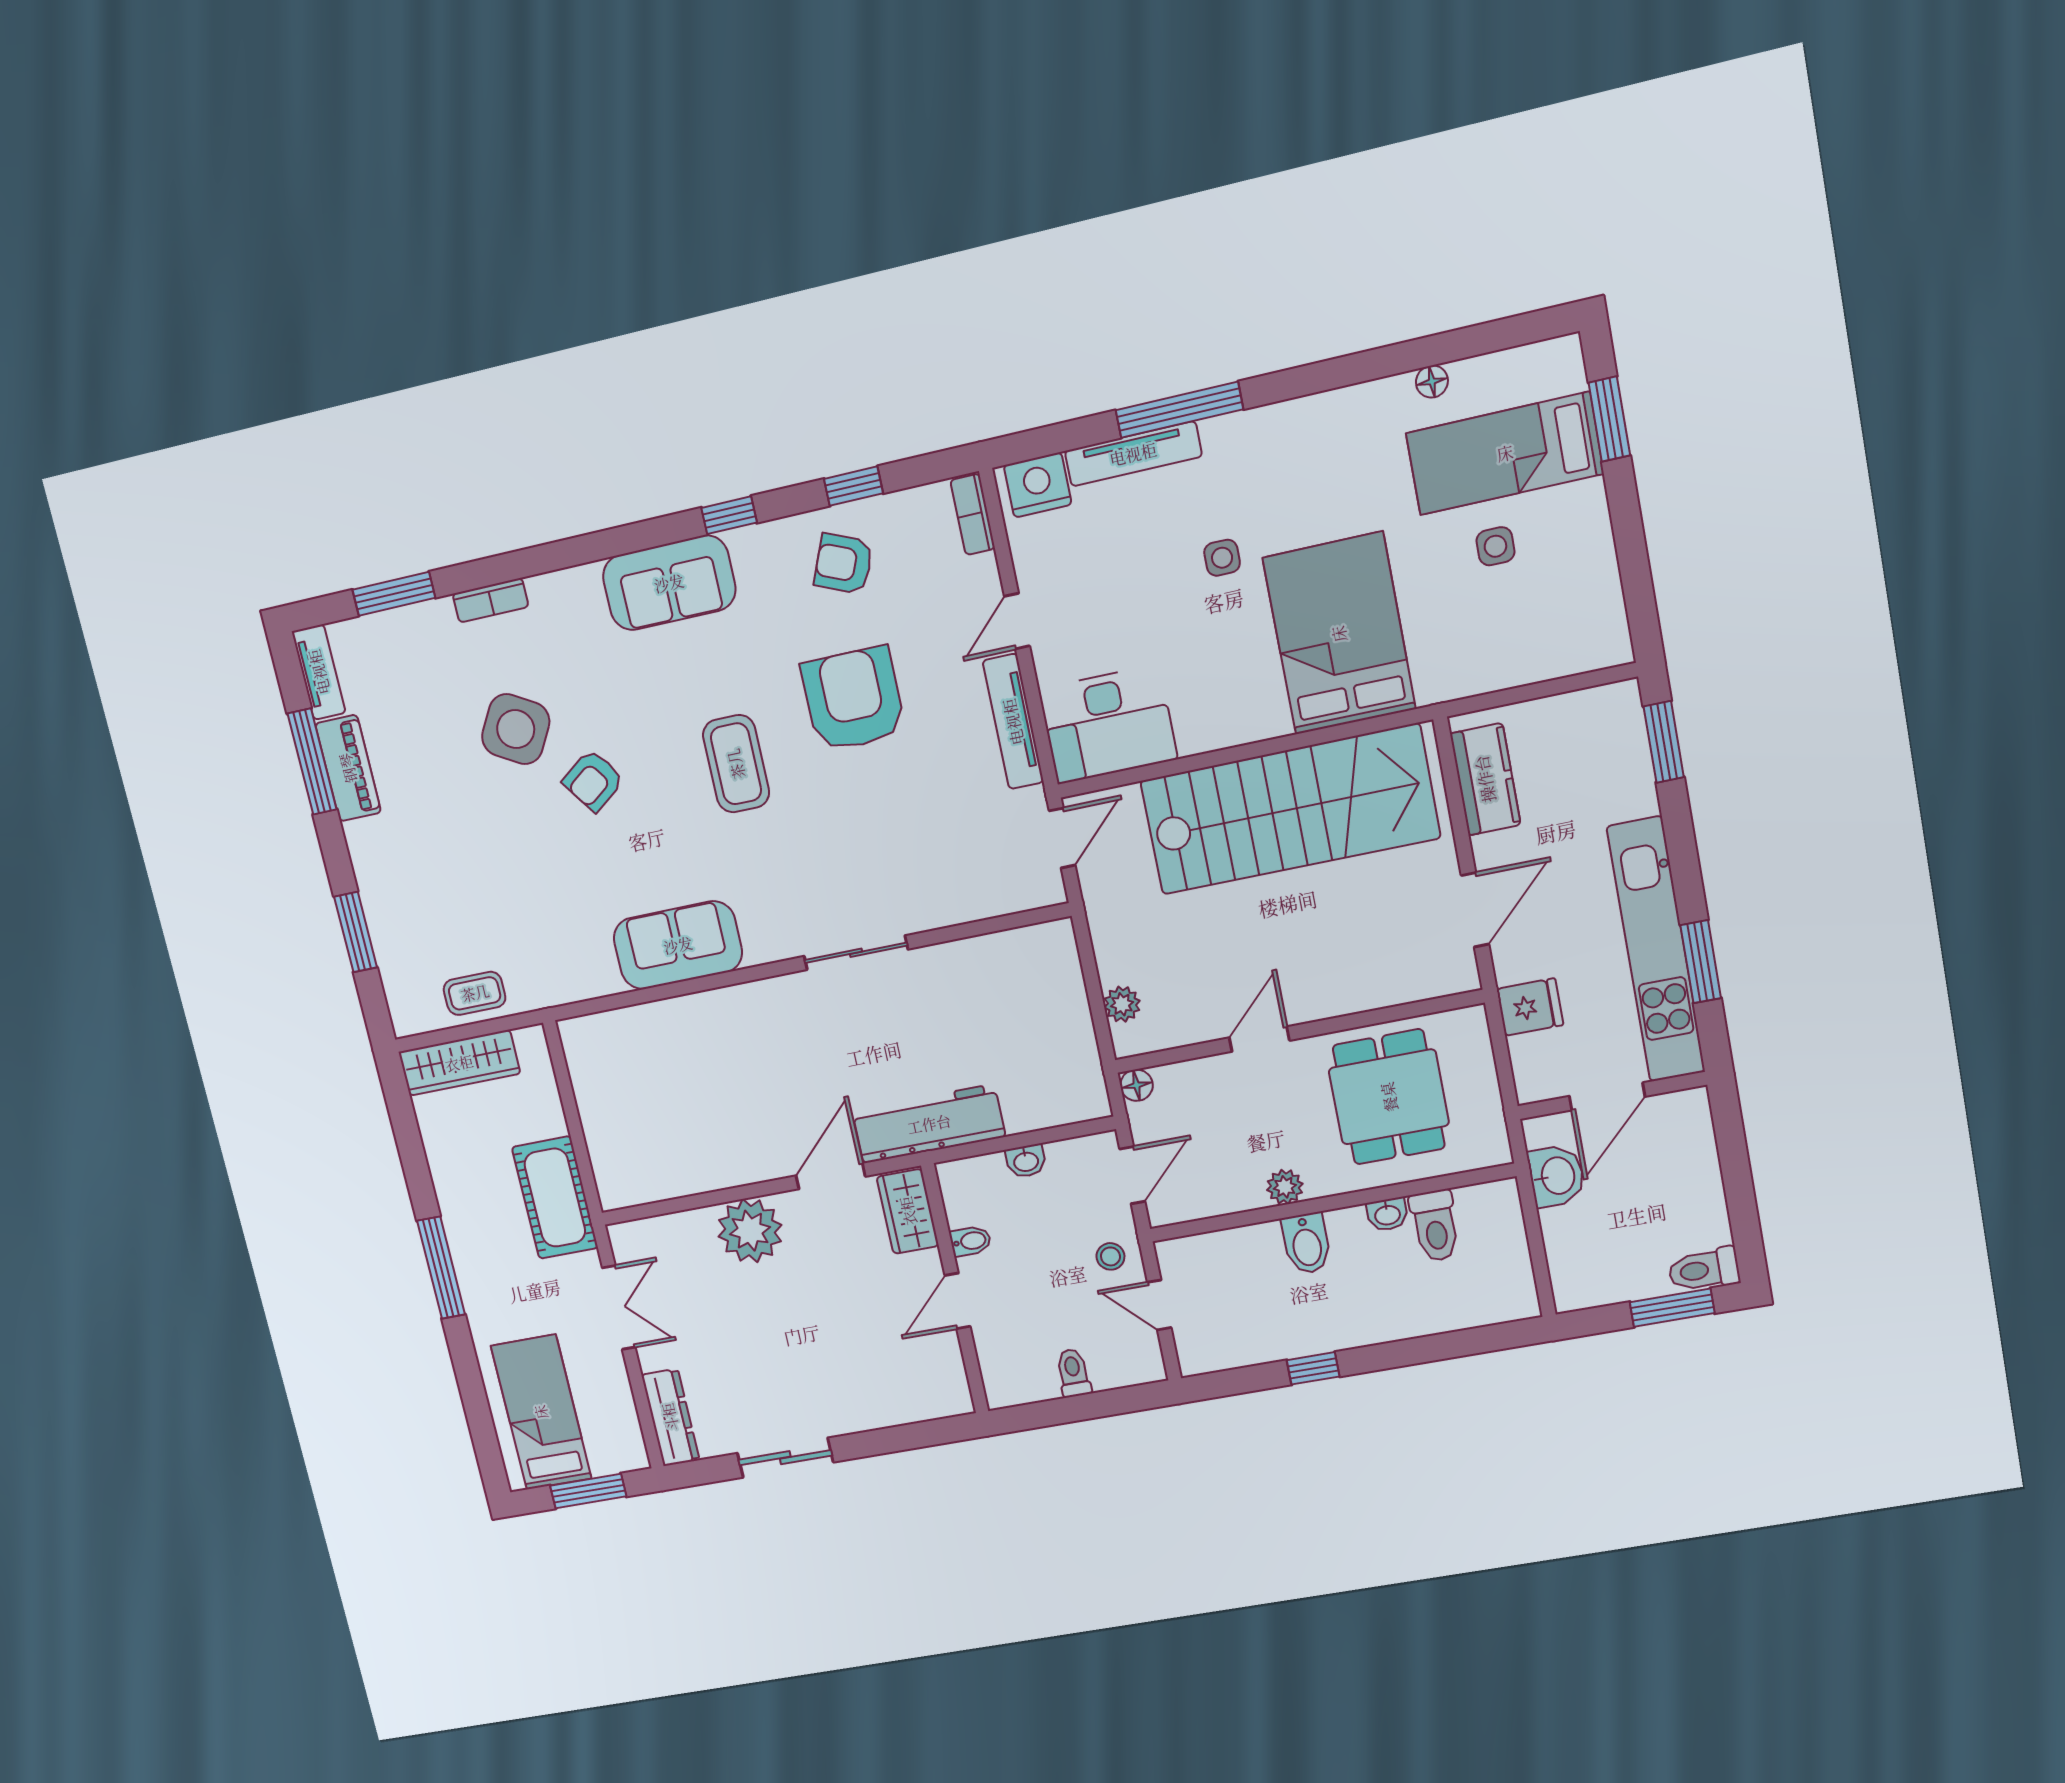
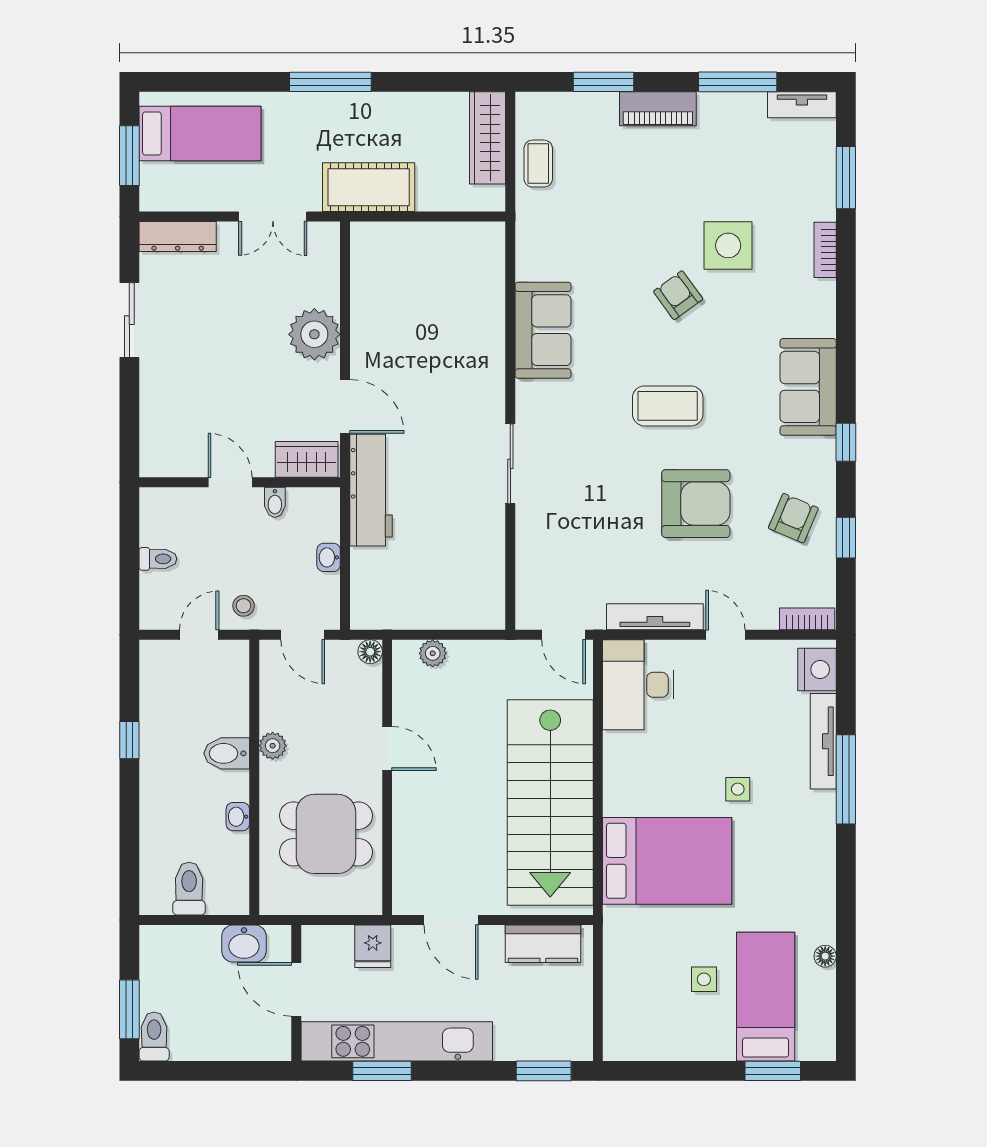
side table: (516, 729) -> (728, 245), turned -30
piano: (348, 768) -> (658, 109), moved
toilet: (1435, 1226) -> (189, 889), moved, turned 90

